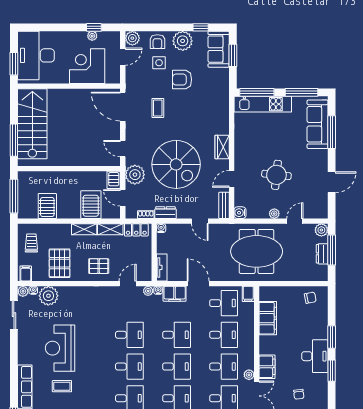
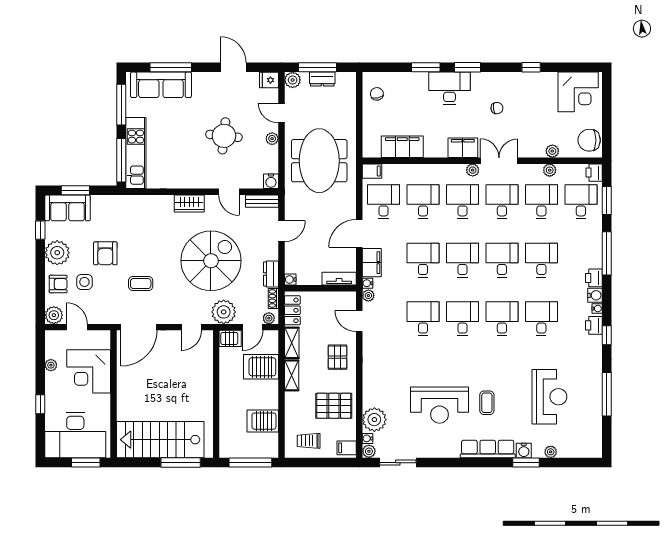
window: (94, 27) -> (40, 404), moved
plant: (130, 211) -> (269, 318), added
fridge: (321, 211) -> (269, 80), added

